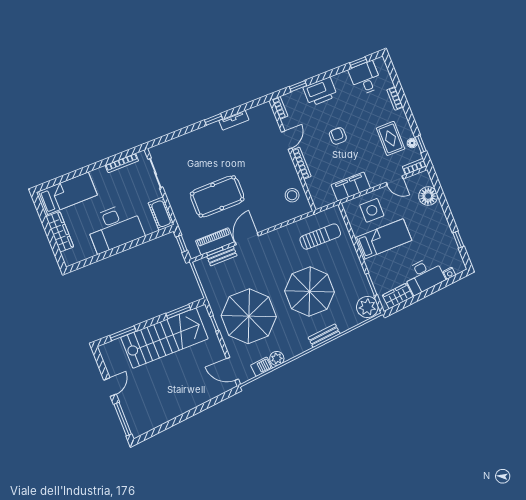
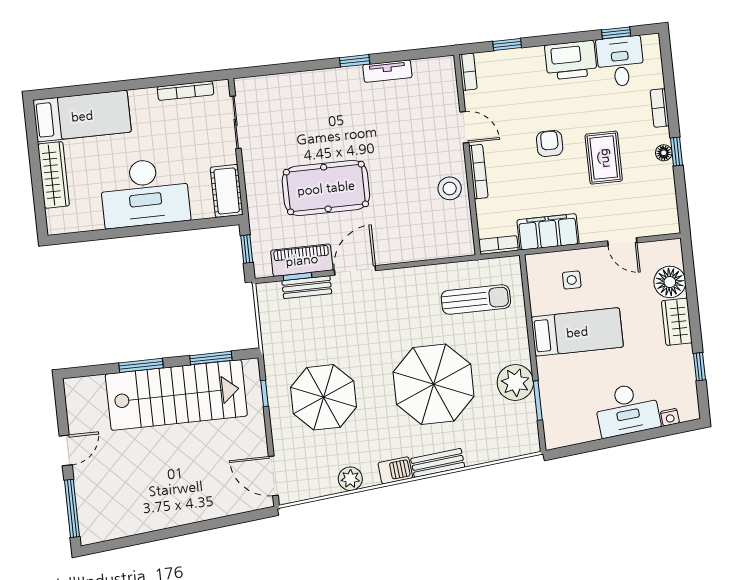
printer: (320, 92) -> (571, 60), moved
rug: (391, 138) -> (604, 158), moved
door: (287, 140) -> (464, 127), hinge flipped
floor lamp: (412, 143) -> (664, 153), moved
window: (421, 144) -> (676, 151), moved
bookcase: (414, 166) -> (498, 245), moved
stool: (292, 195) -> (450, 188), moved
side table: (372, 210) -> (572, 280), width x0.54, depth x0.54
wardrobe: (398, 296) -> (677, 322), moved, turned -84
plant: (367, 307) -> (515, 382), moved
parasol: (249, 316) -> (324, 397), width x0.73, depth x0.73
window: (123, 333) -> (141, 365), moved
barbecue: (262, 367) -> (395, 470), moved

